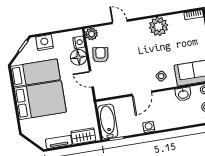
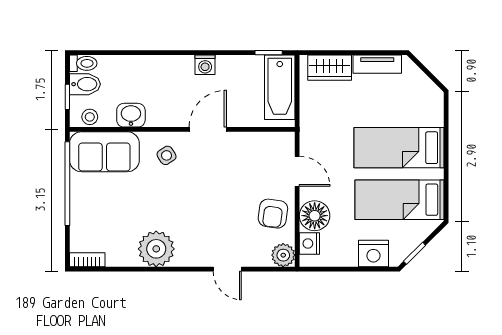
bed: (40, 100) -> (399, 148), width x0.67

